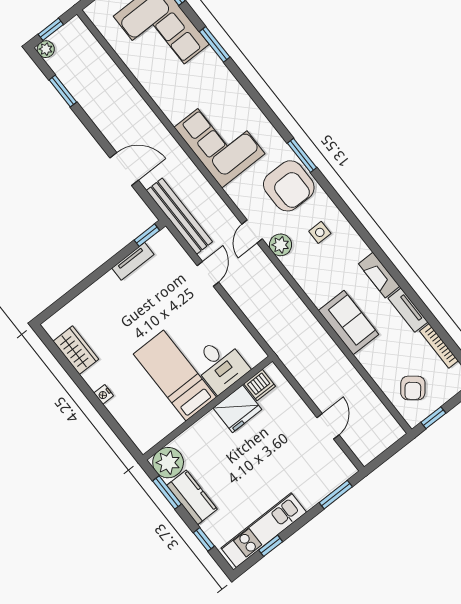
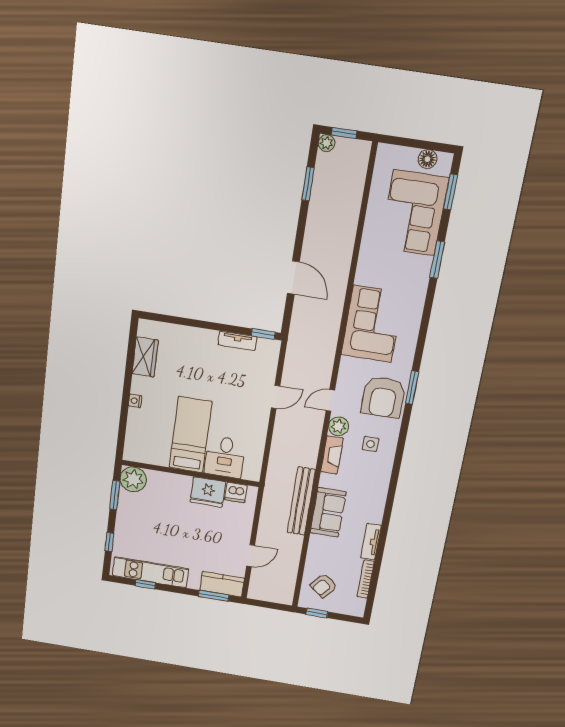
bench: (179, 216) -> (301, 501), moved
fireplace: (379, 275) -> (332, 455), moved, turned 180
kitchen counter: (192, 497) -> (222, 584), moved, turned -90

